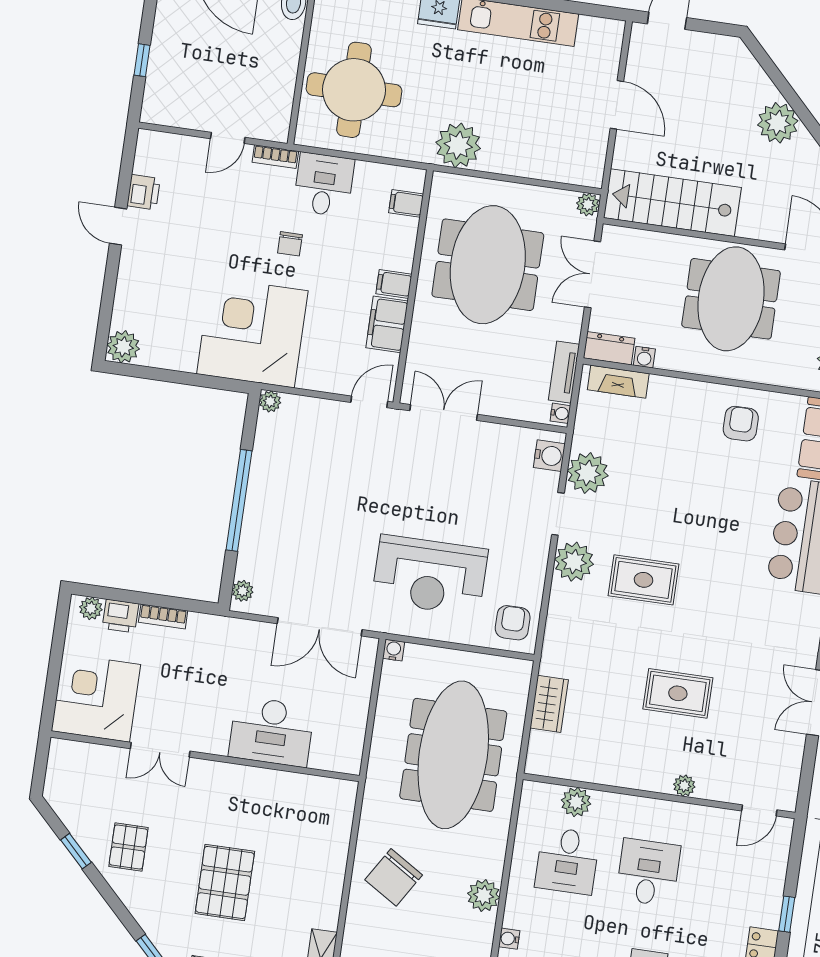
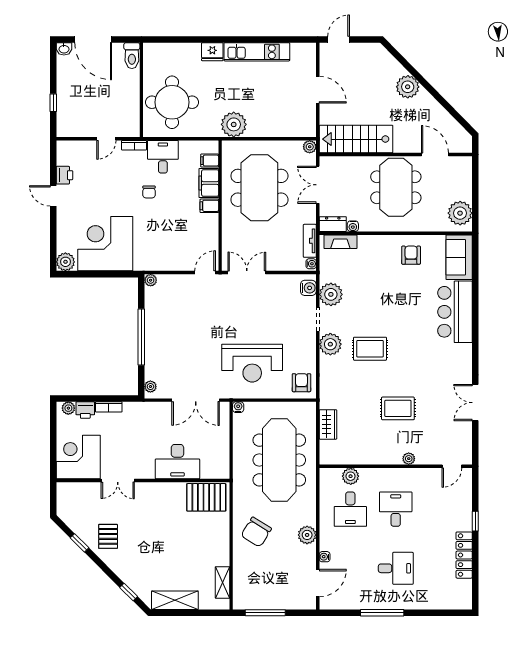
filing cabinet: (387, 324) -> (209, 183), moved
corner desk: (252, 332) -> (105, 244), moved
pallet: (225, 882) -> (206, 497), moved, turned 90

